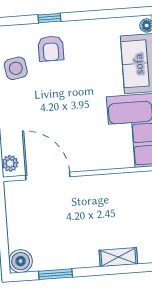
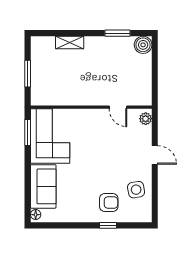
armchair: (51, 49) -> (109, 203), turned 90
door: (48, 176) -> (118, 107), width x0.53

